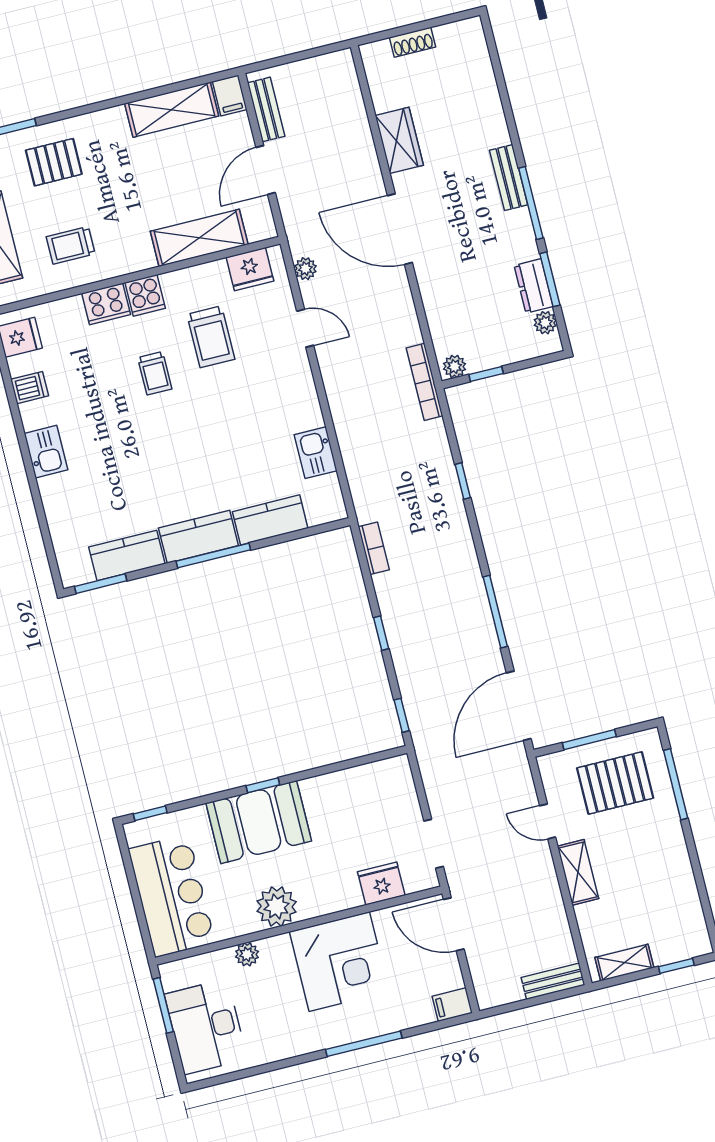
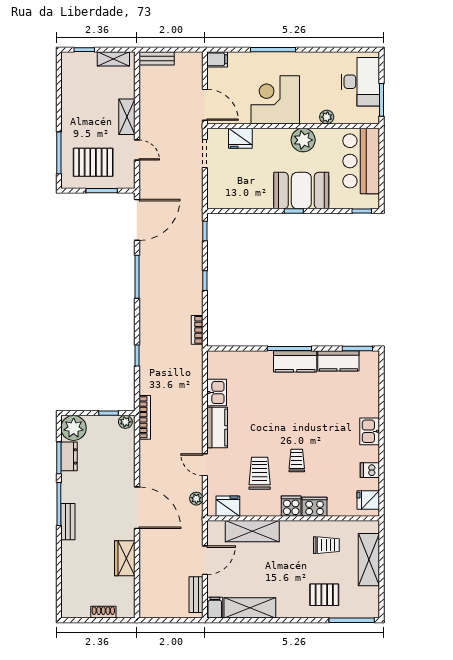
plant: (545, 323) -> (74, 428), width x1.87, depth x1.87
kitchen counter: (270, 520) -> (217, 427), moved, turned -90

